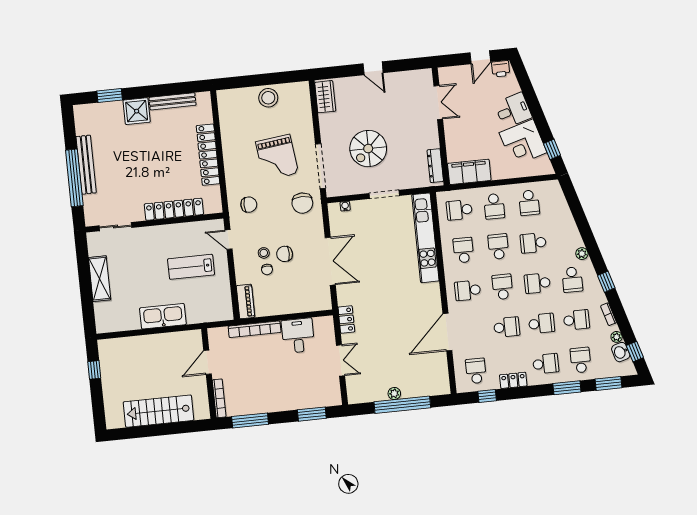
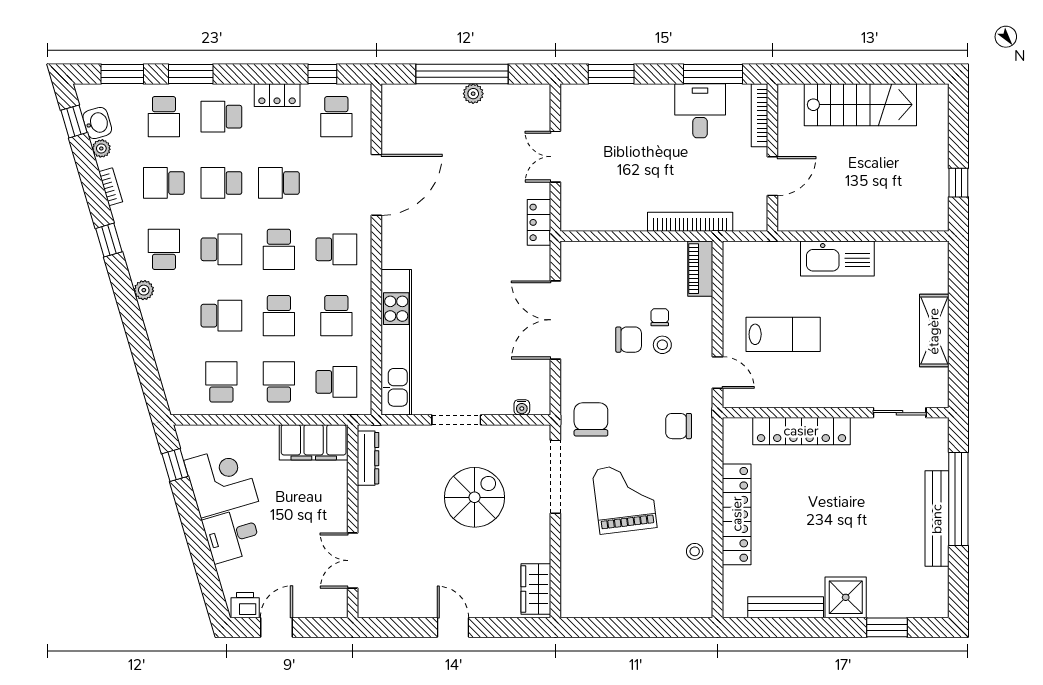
stool: (268, 98) -> (695, 551), moved, width x0.53, depth x0.53
desk: (298, 336) -> (700, 111), moved, turned 180

